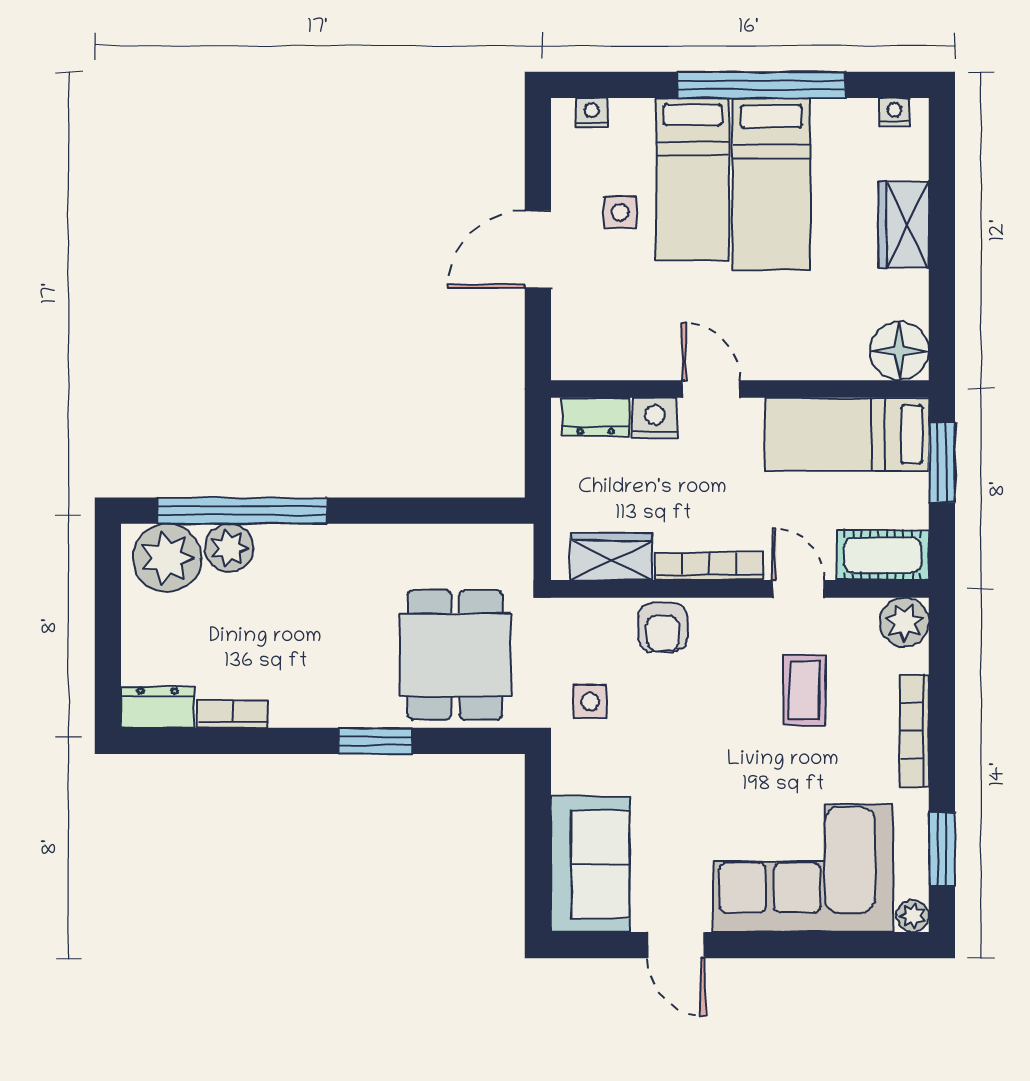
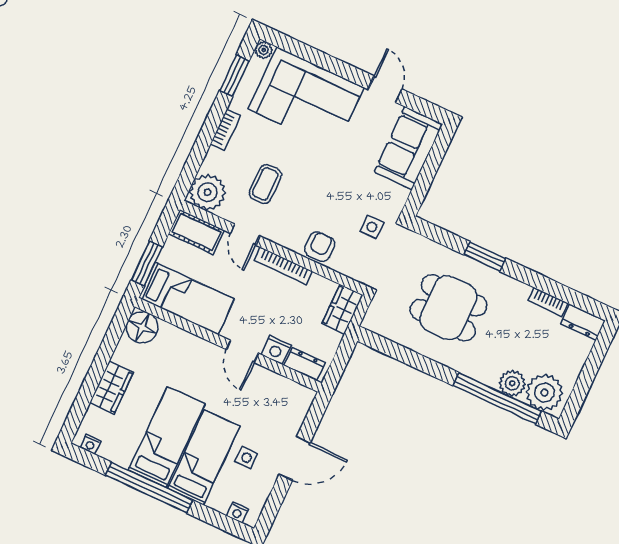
wardrobe: (611, 557) -> (343, 309), moved, turned 90
plant: (904, 622) -> (207, 192), width x1.36, depth x1.36
dining table: (455, 655) -> (448, 308), moved, turned 90
bookcase: (914, 731) -> (225, 130), width x0.64

